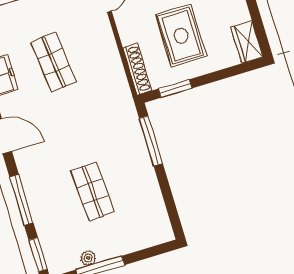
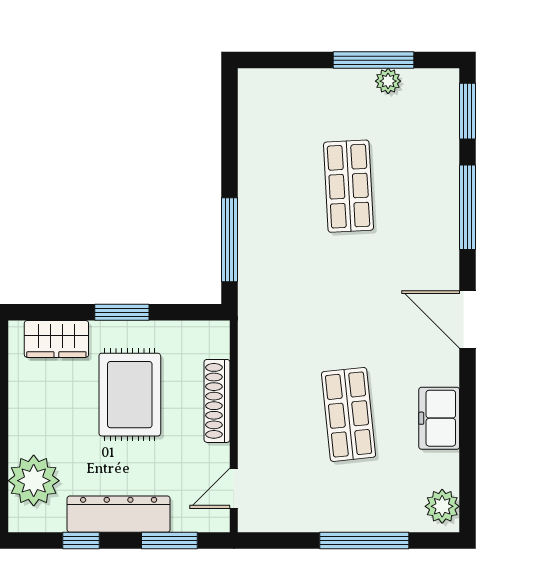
wardrobe: (247, 42) -> (56, 339), moved, turned 90
shoe rack: (137, 69) -> (217, 401), moved
window: (175, 89) -> (122, 312), moved

